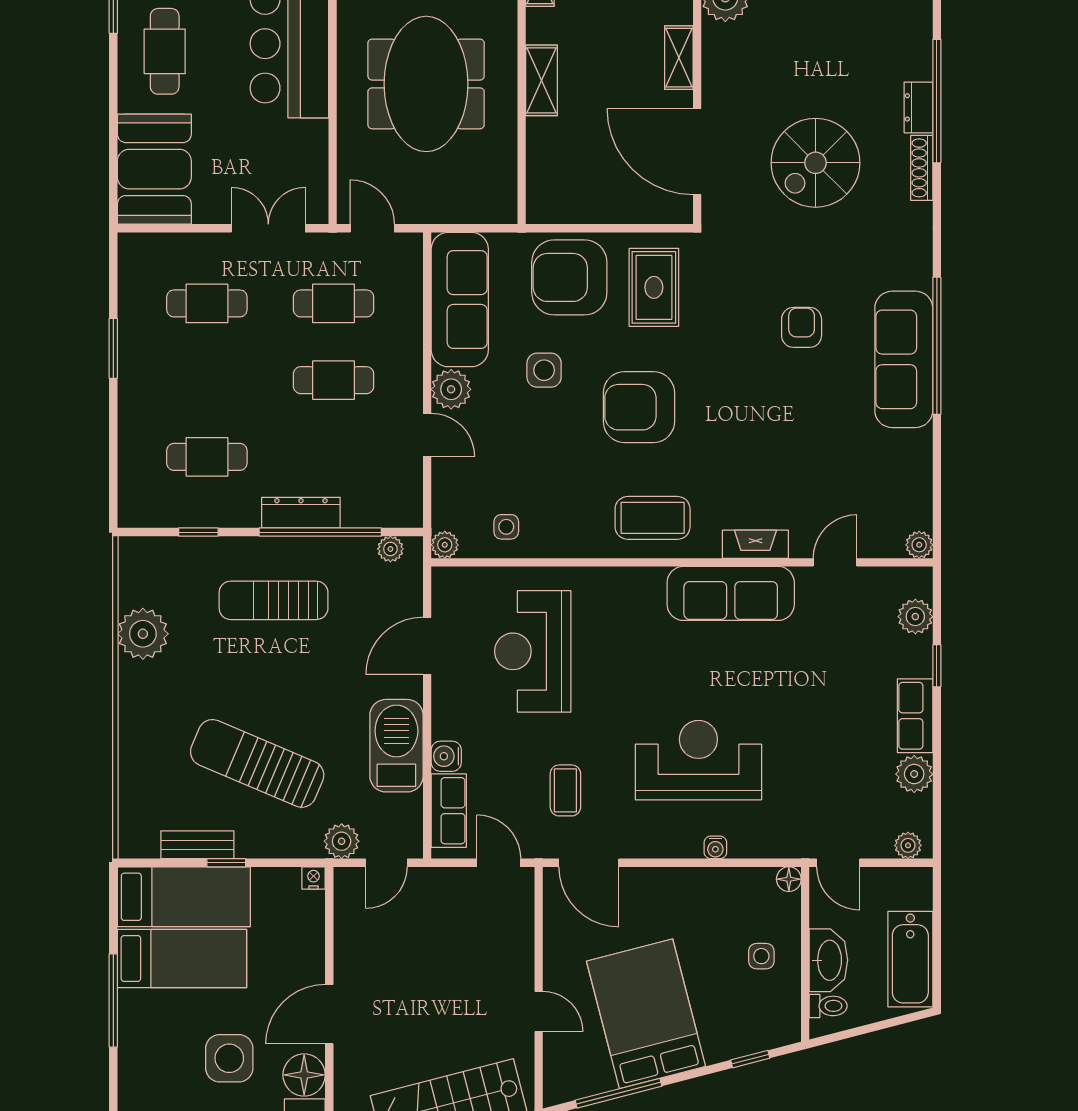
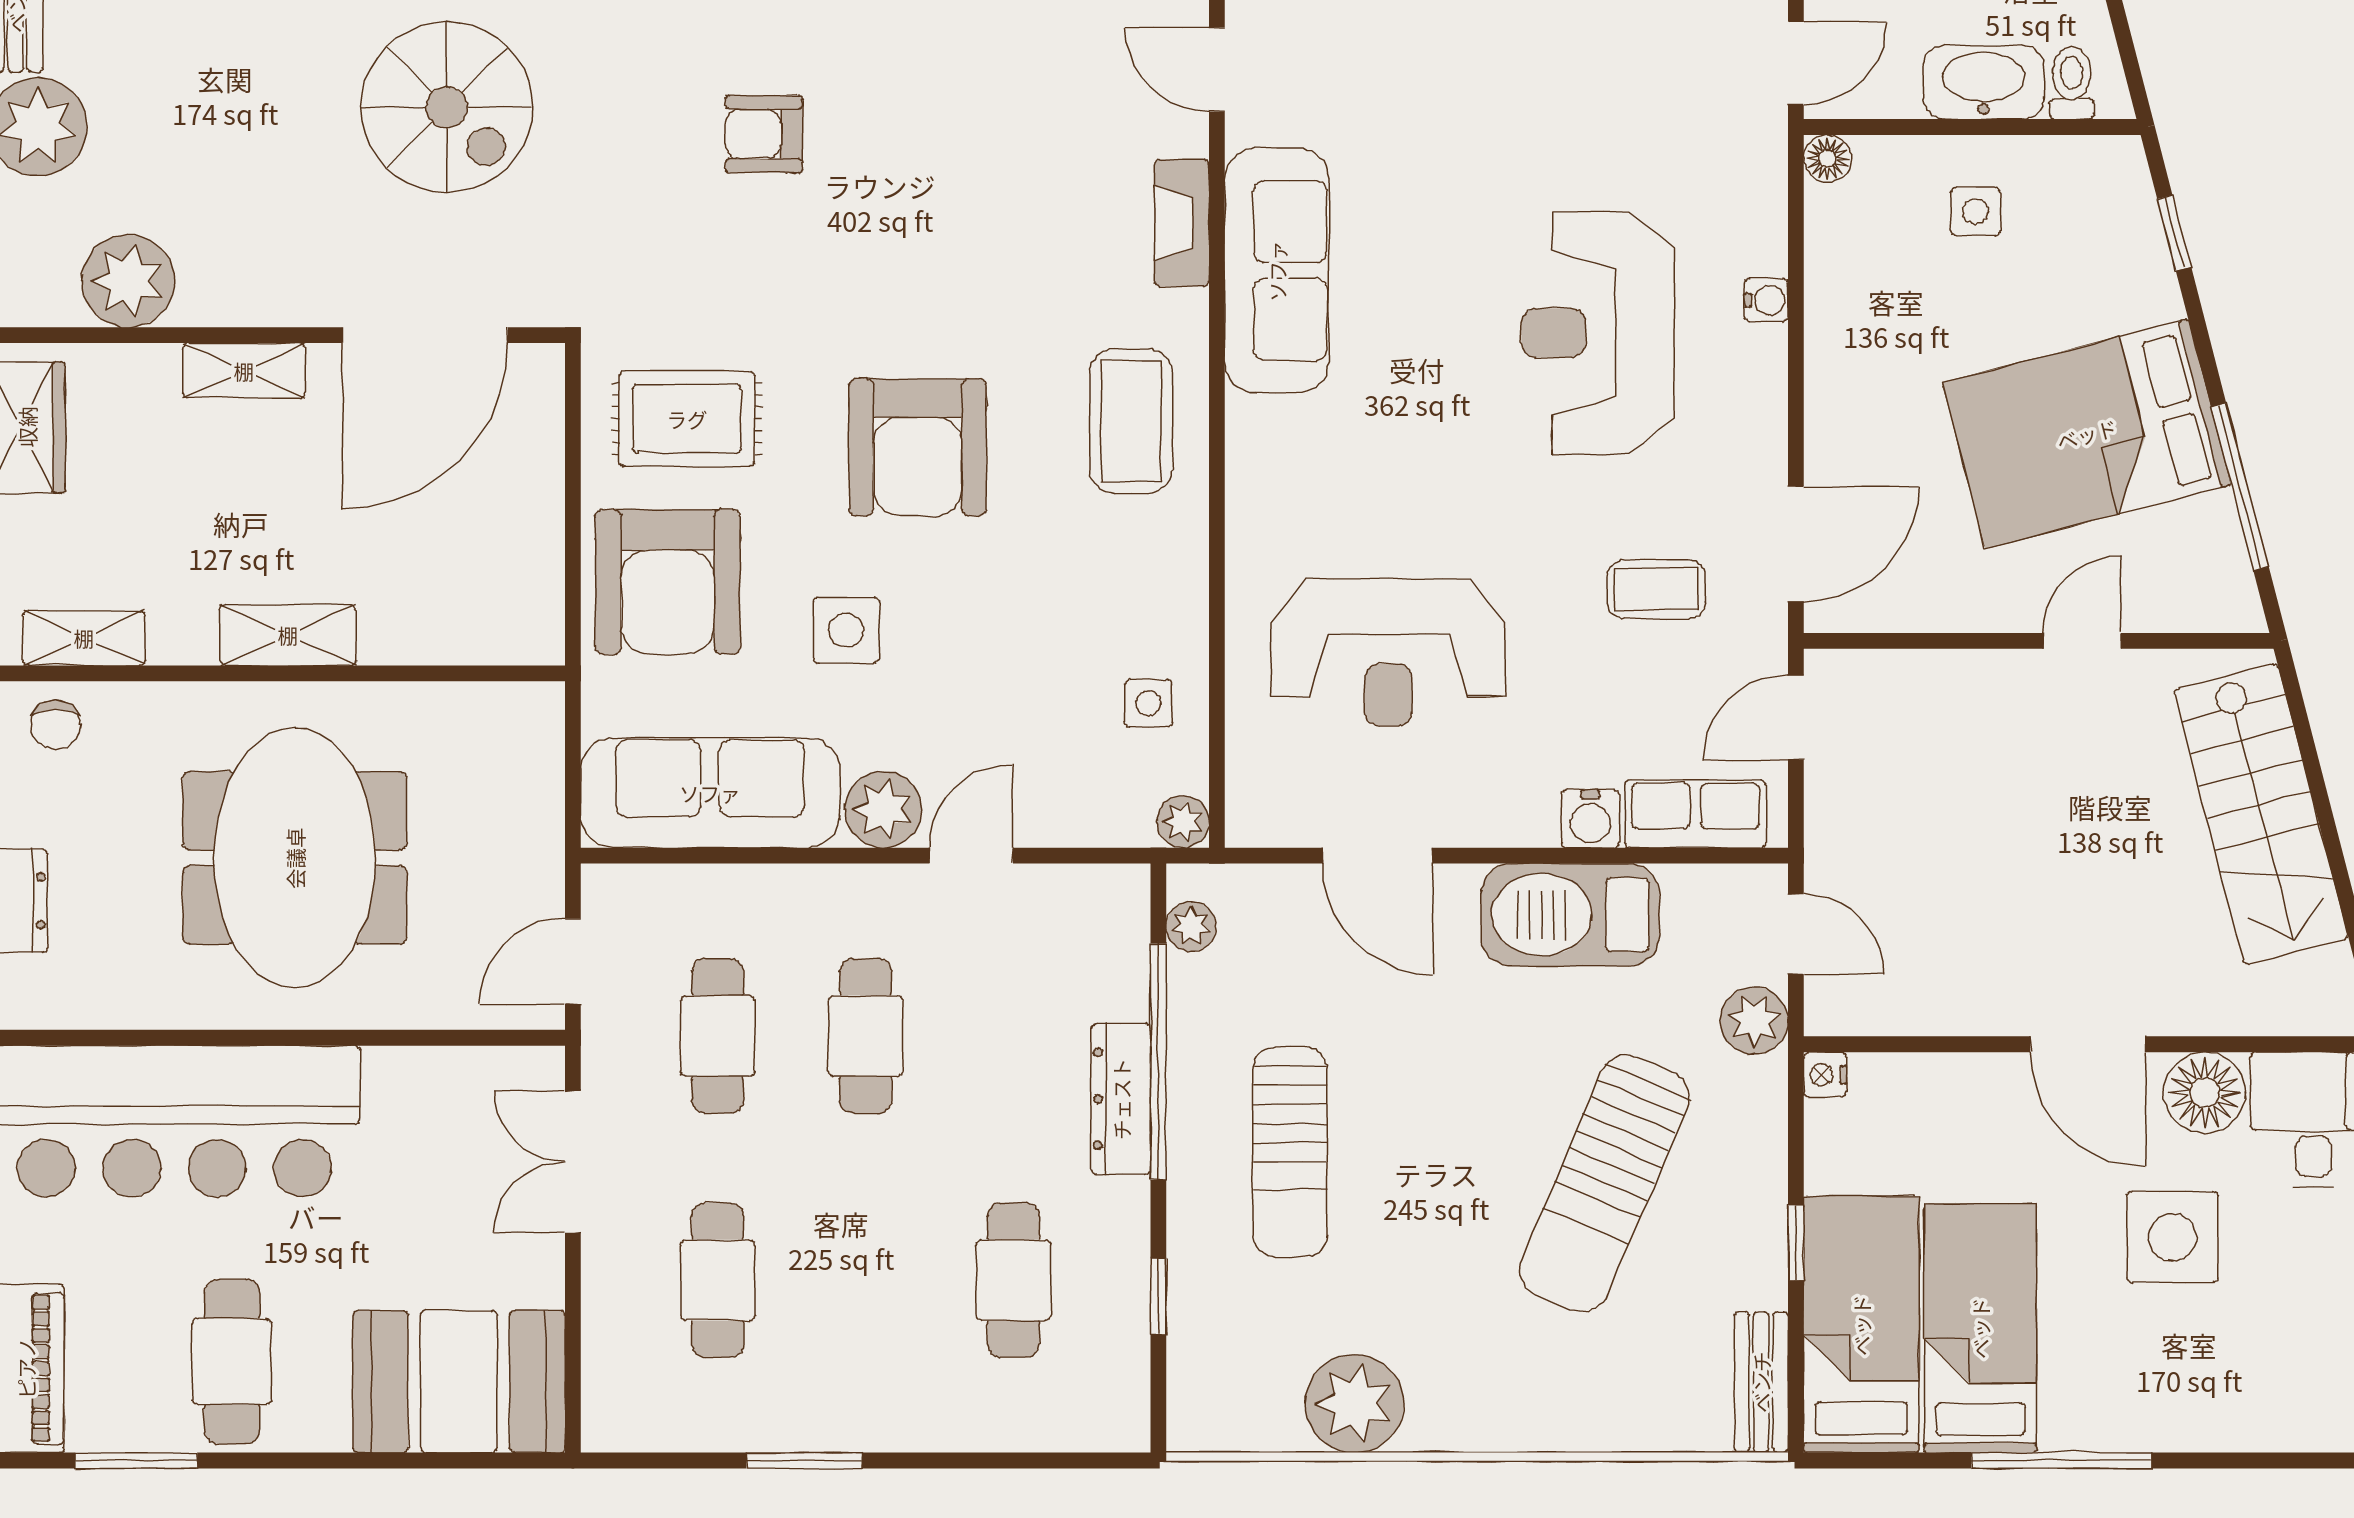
cafe table: (165, 51) -> (232, 1362), turned 90
meeting table: (426, 84) -> (295, 858), turned 90
bench: (197, 845) -> (1761, 1382), moved

